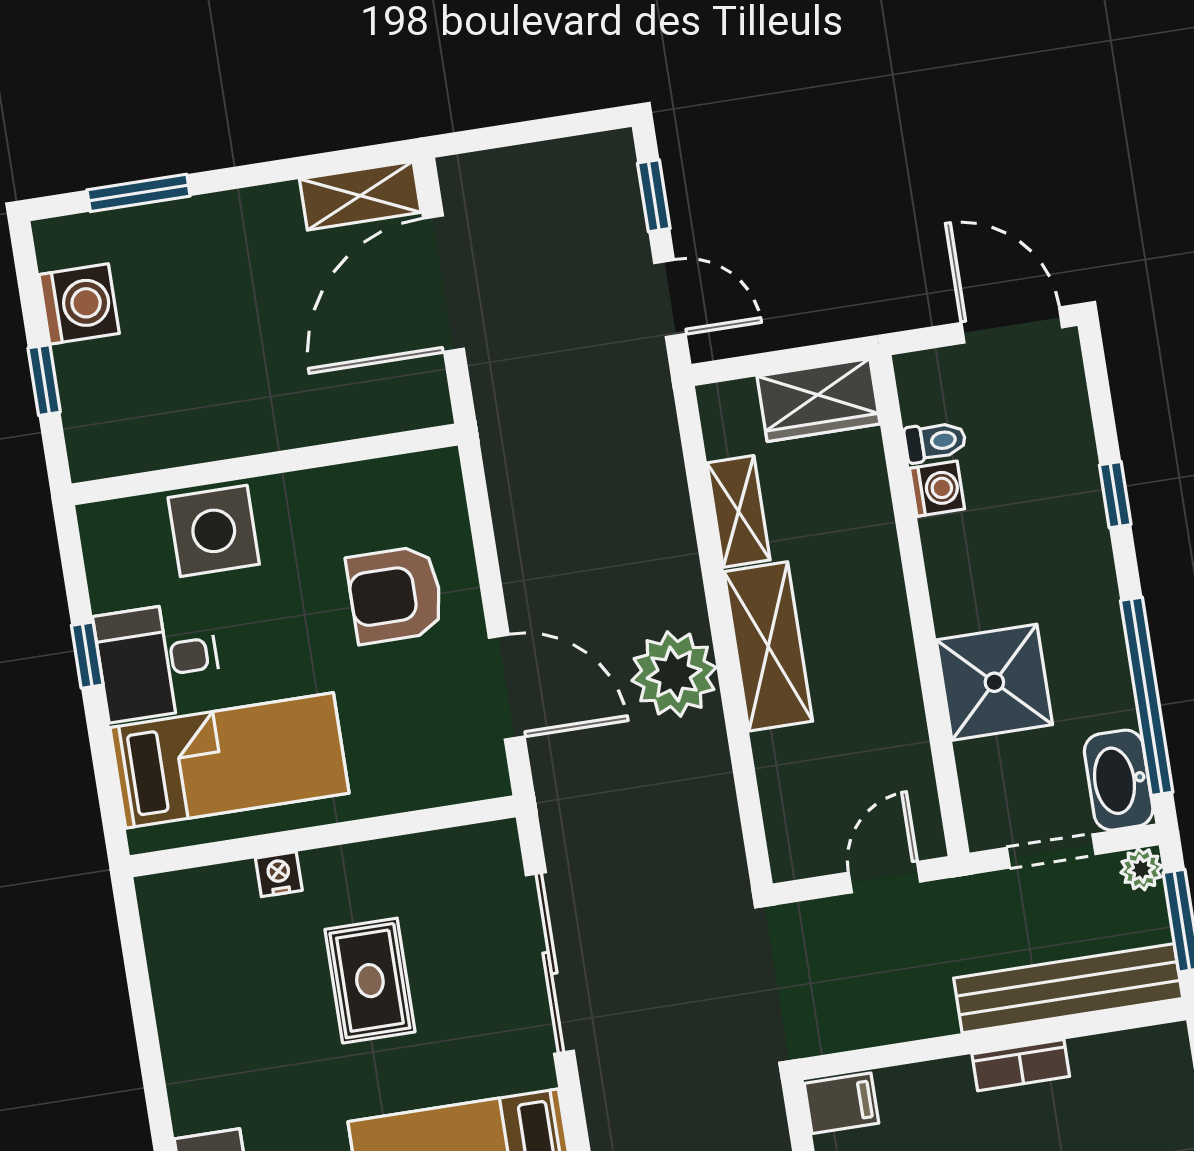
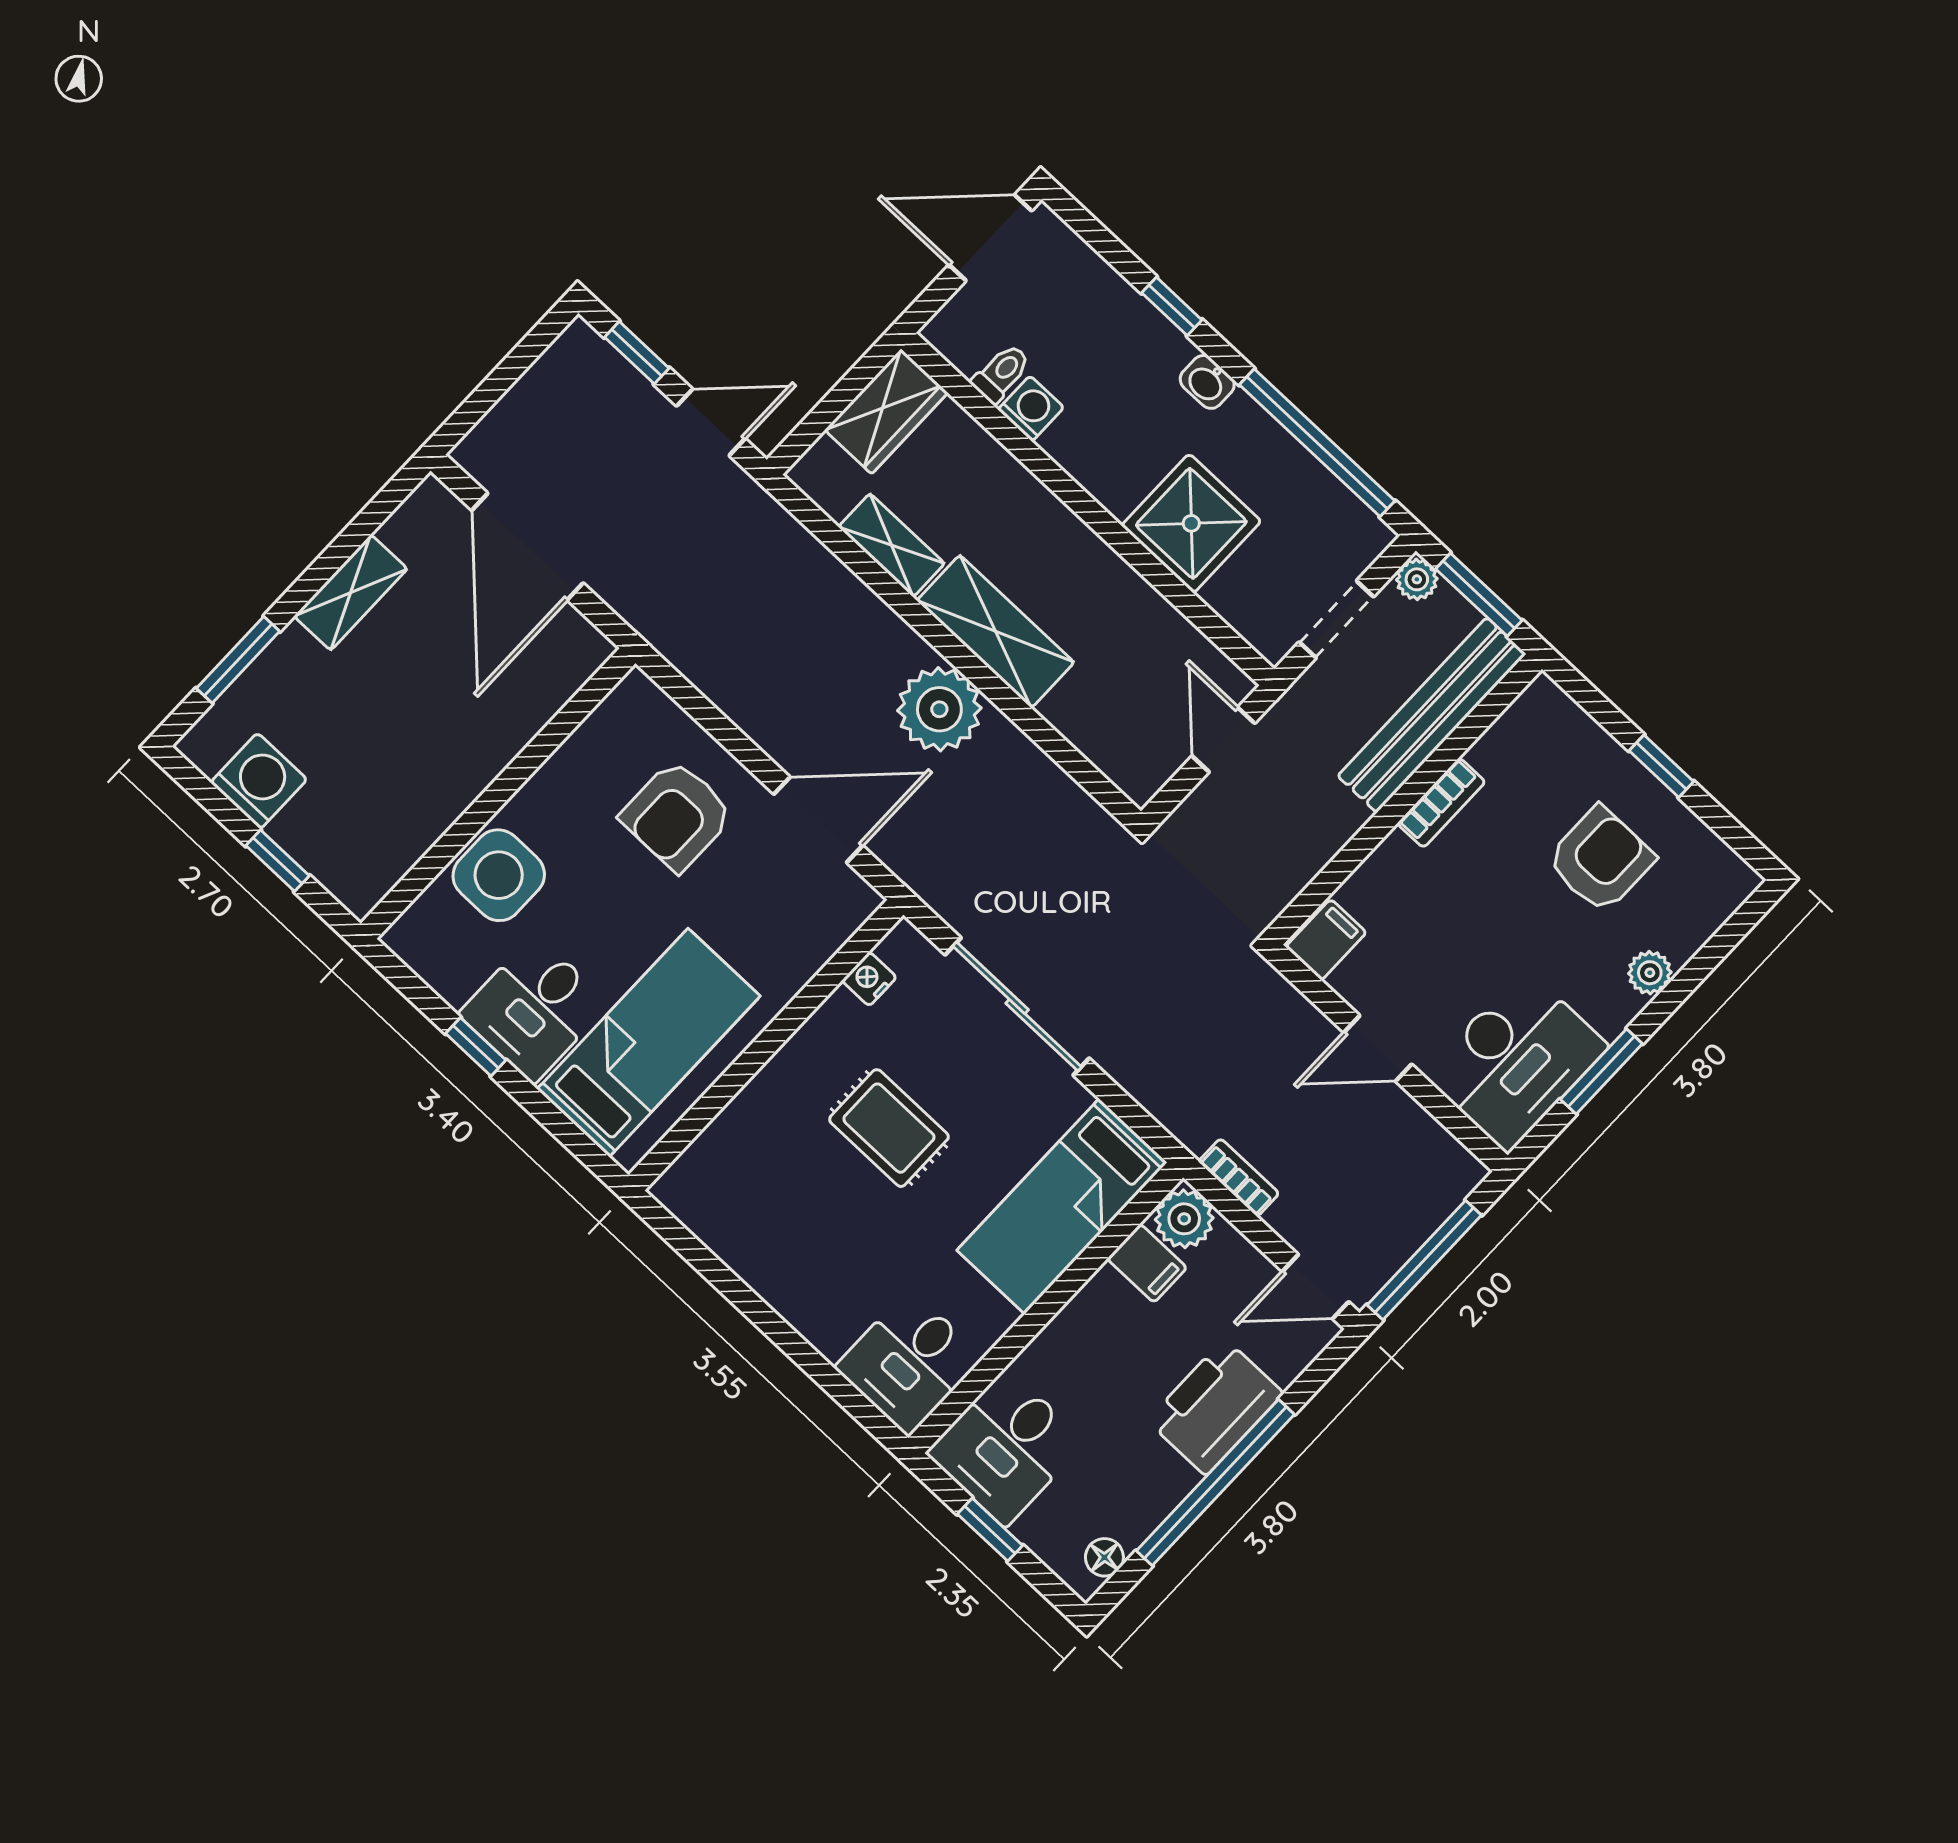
shelving: (360, 196) -> (351, 592), moved
washbasin: (1119, 780) -> (1207, 382), moved, width x0.52, depth x0.69
nightstand: (279, 874) -> (869, 979), moved

